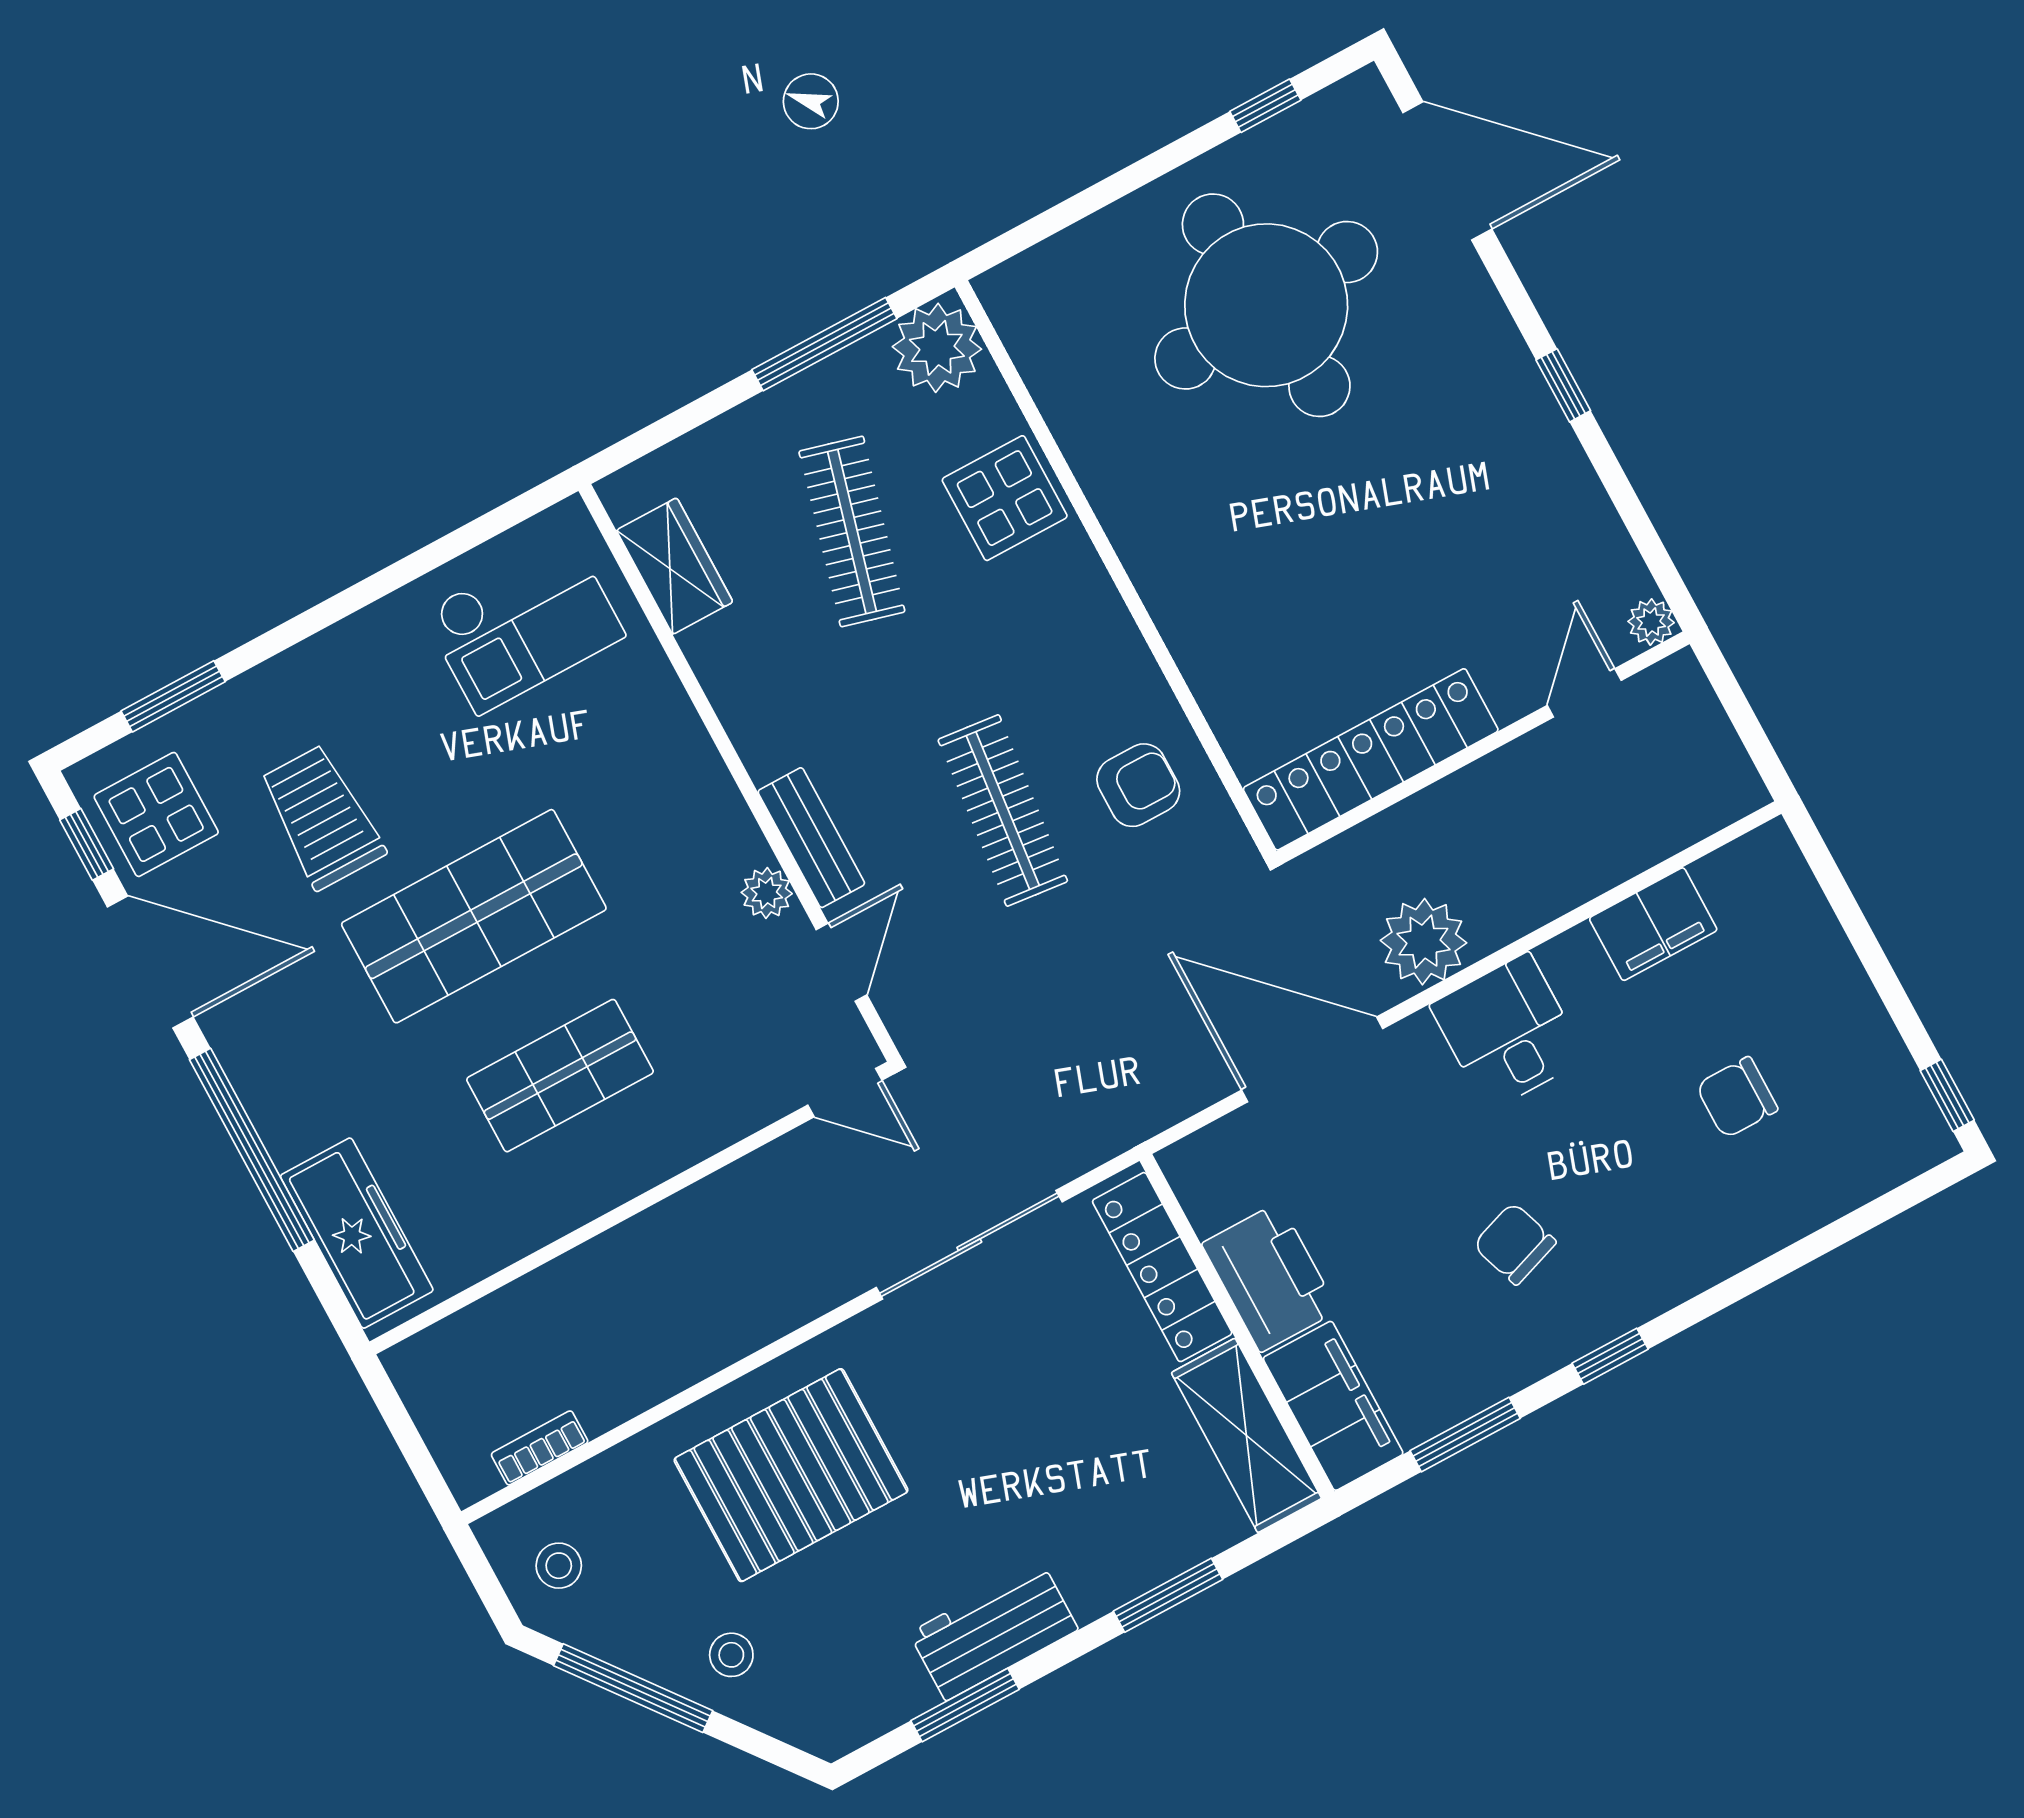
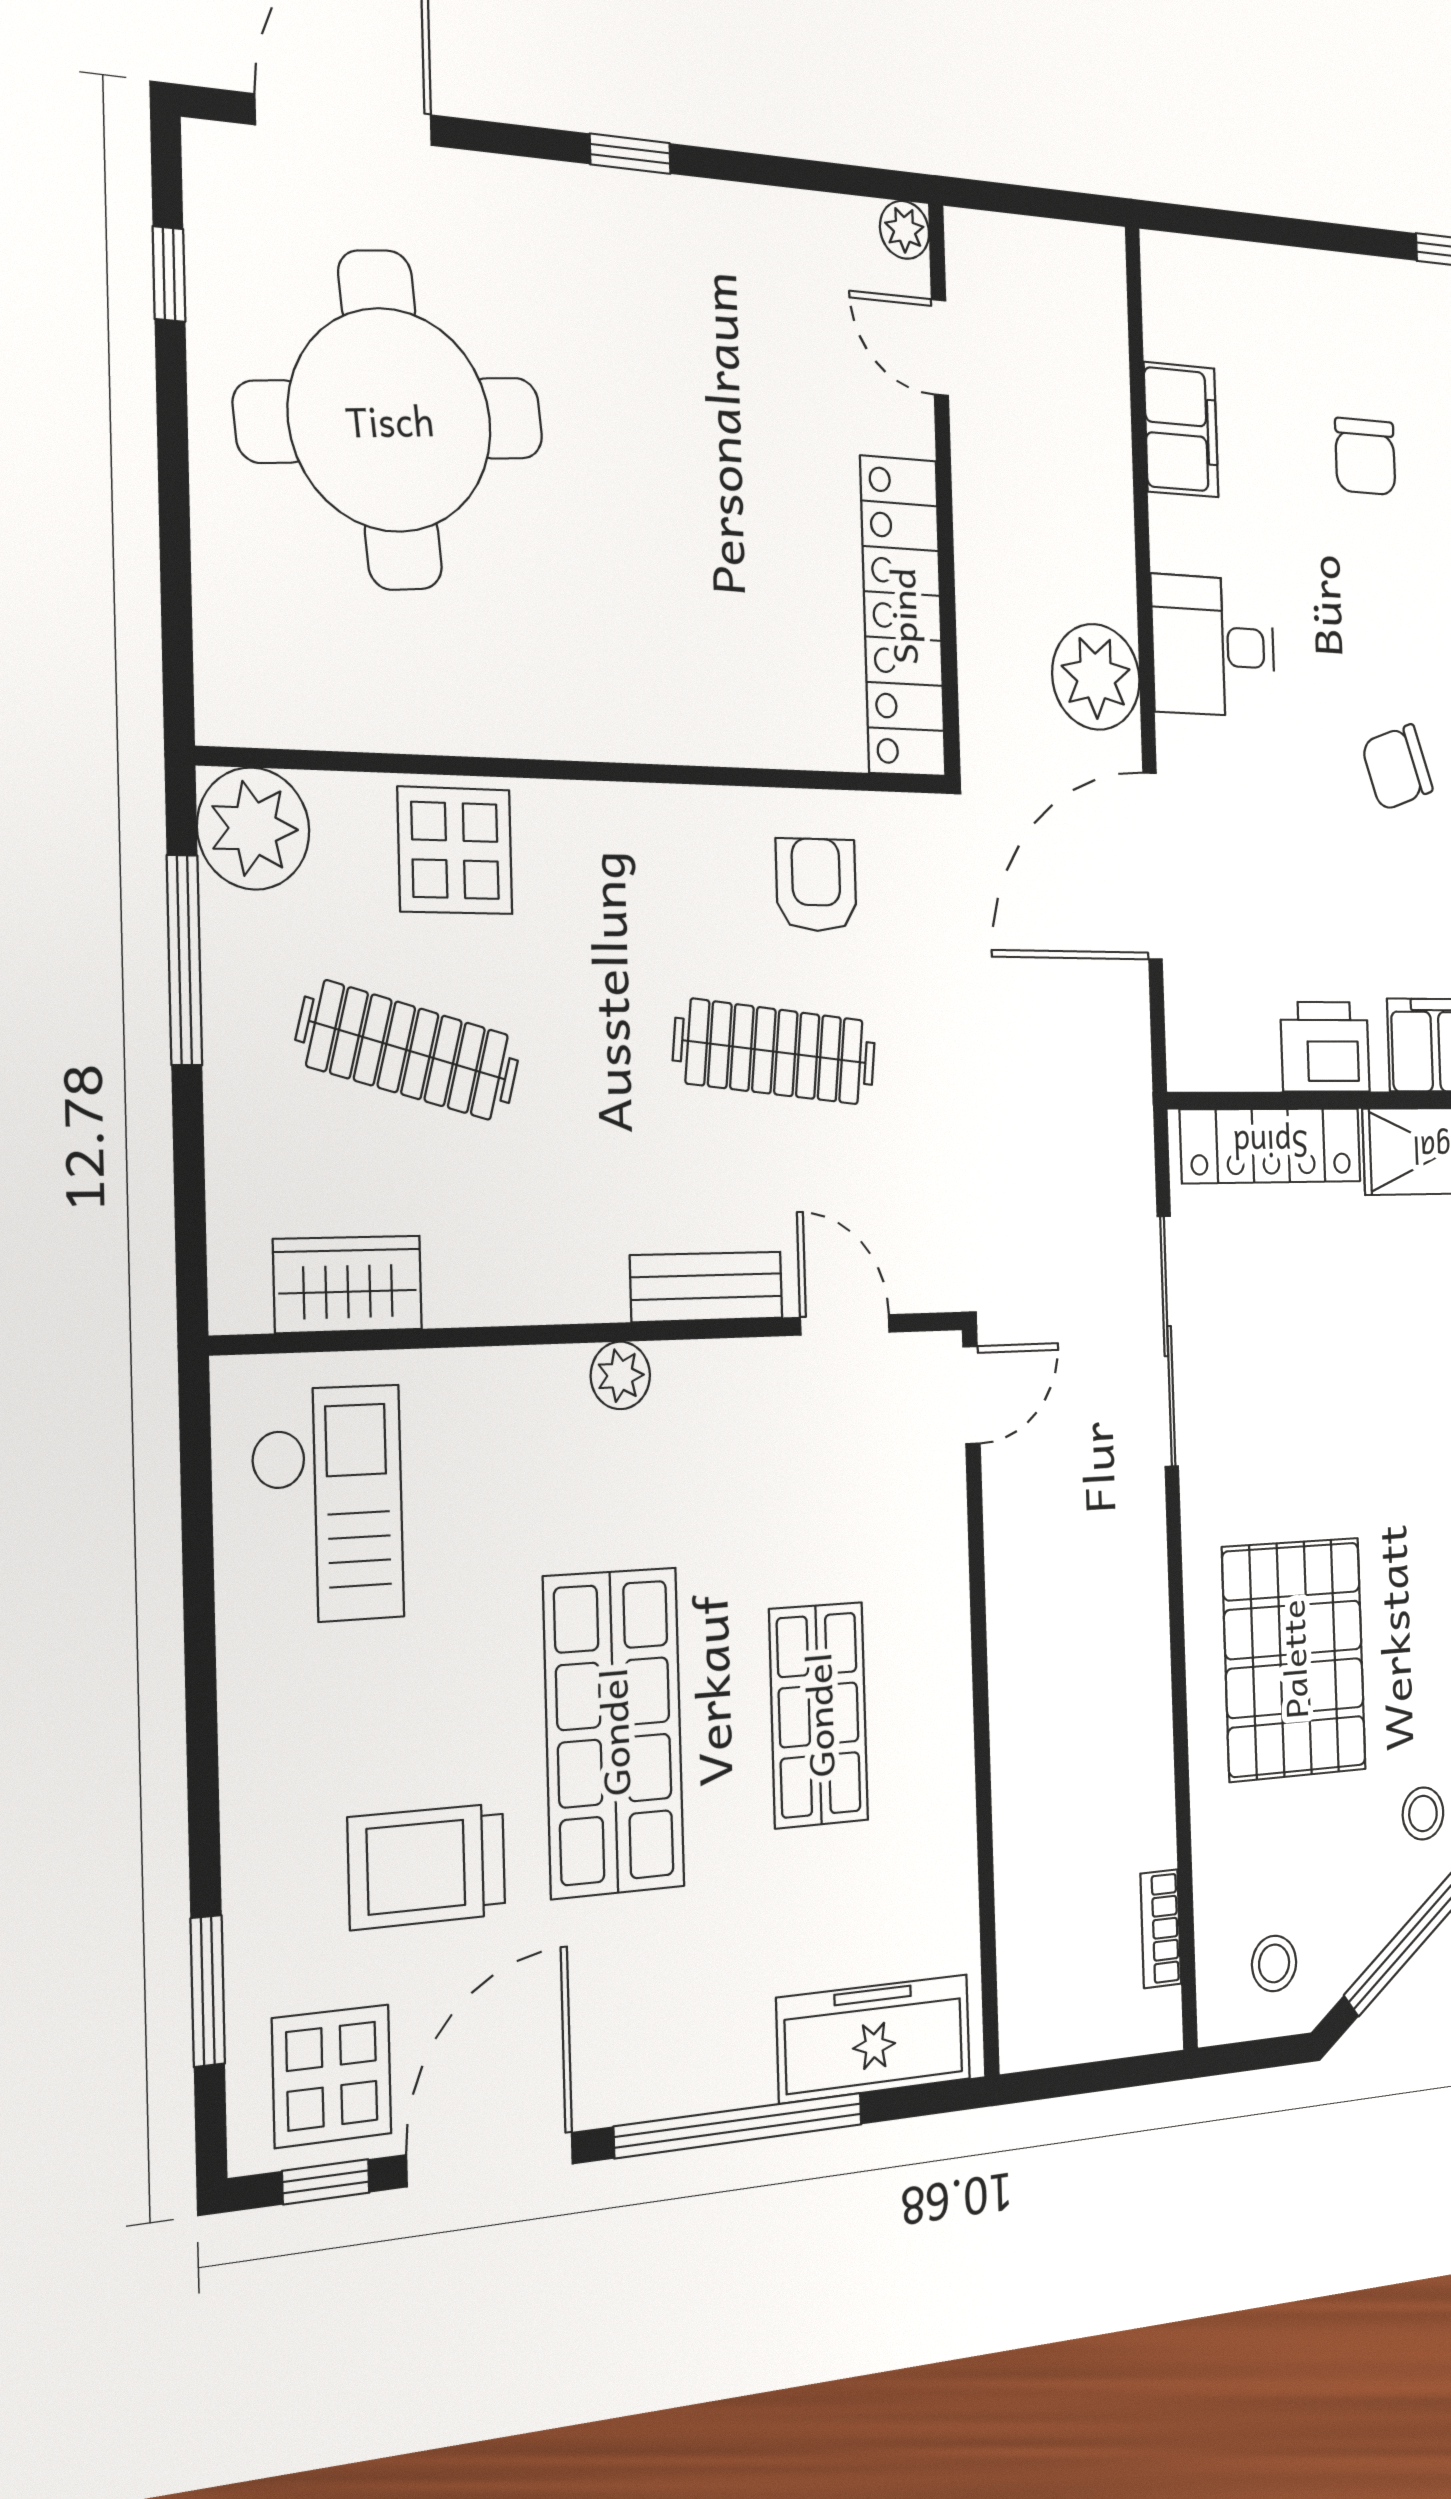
plant: (767, 893) -> (620, 1375), moved
printer: (1270, 1277) -> (1325, 1047), width x0.73, depth x0.84

